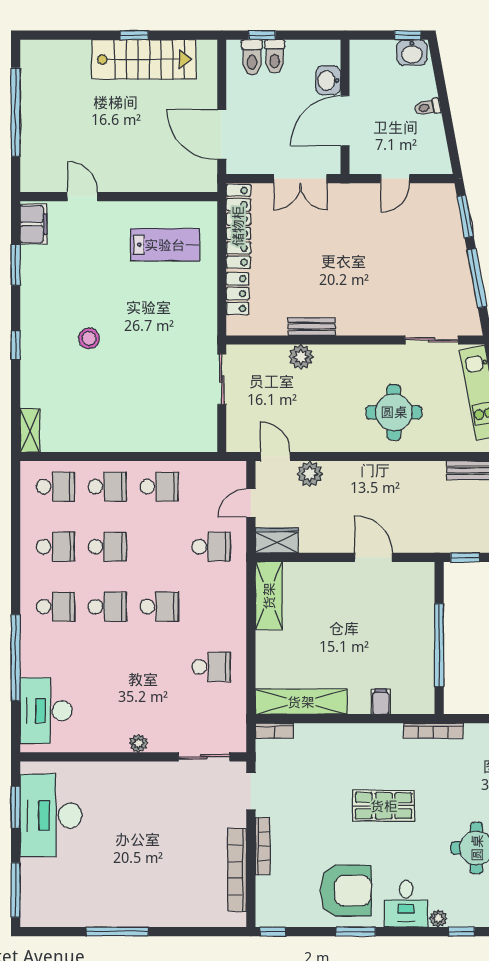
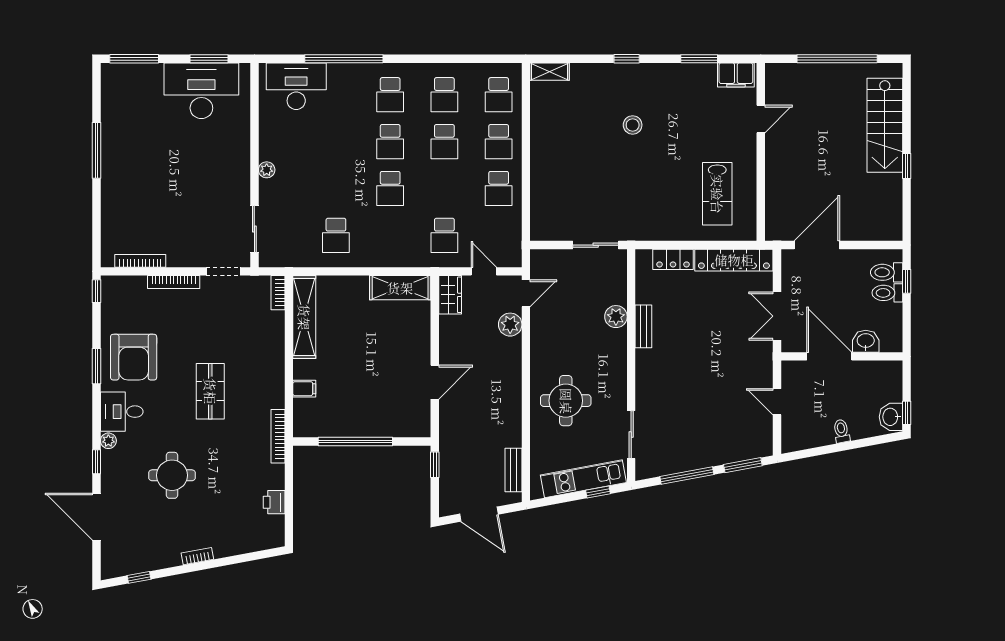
stairs: (144, 59) -> (885, 125), moved
bookcase: (237, 870) -> (140, 261), width x0.68, depth x0.76

